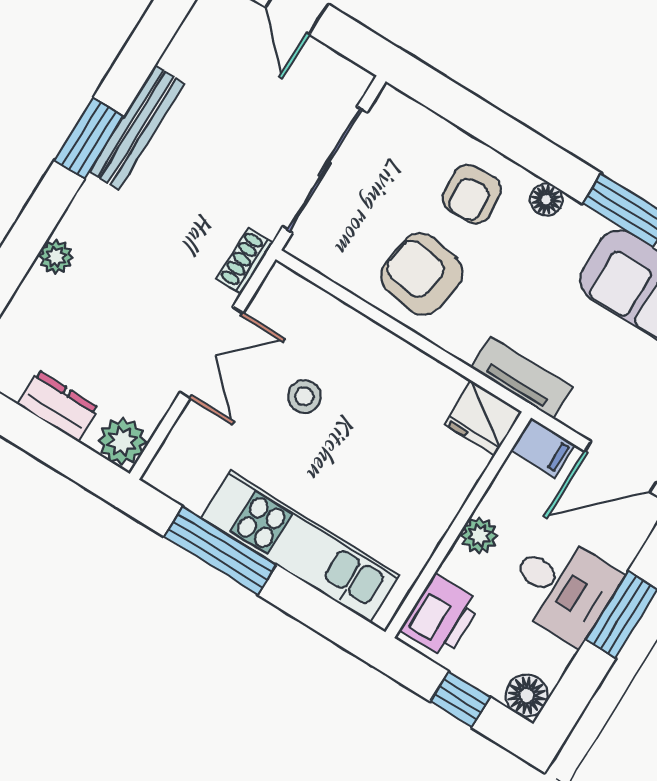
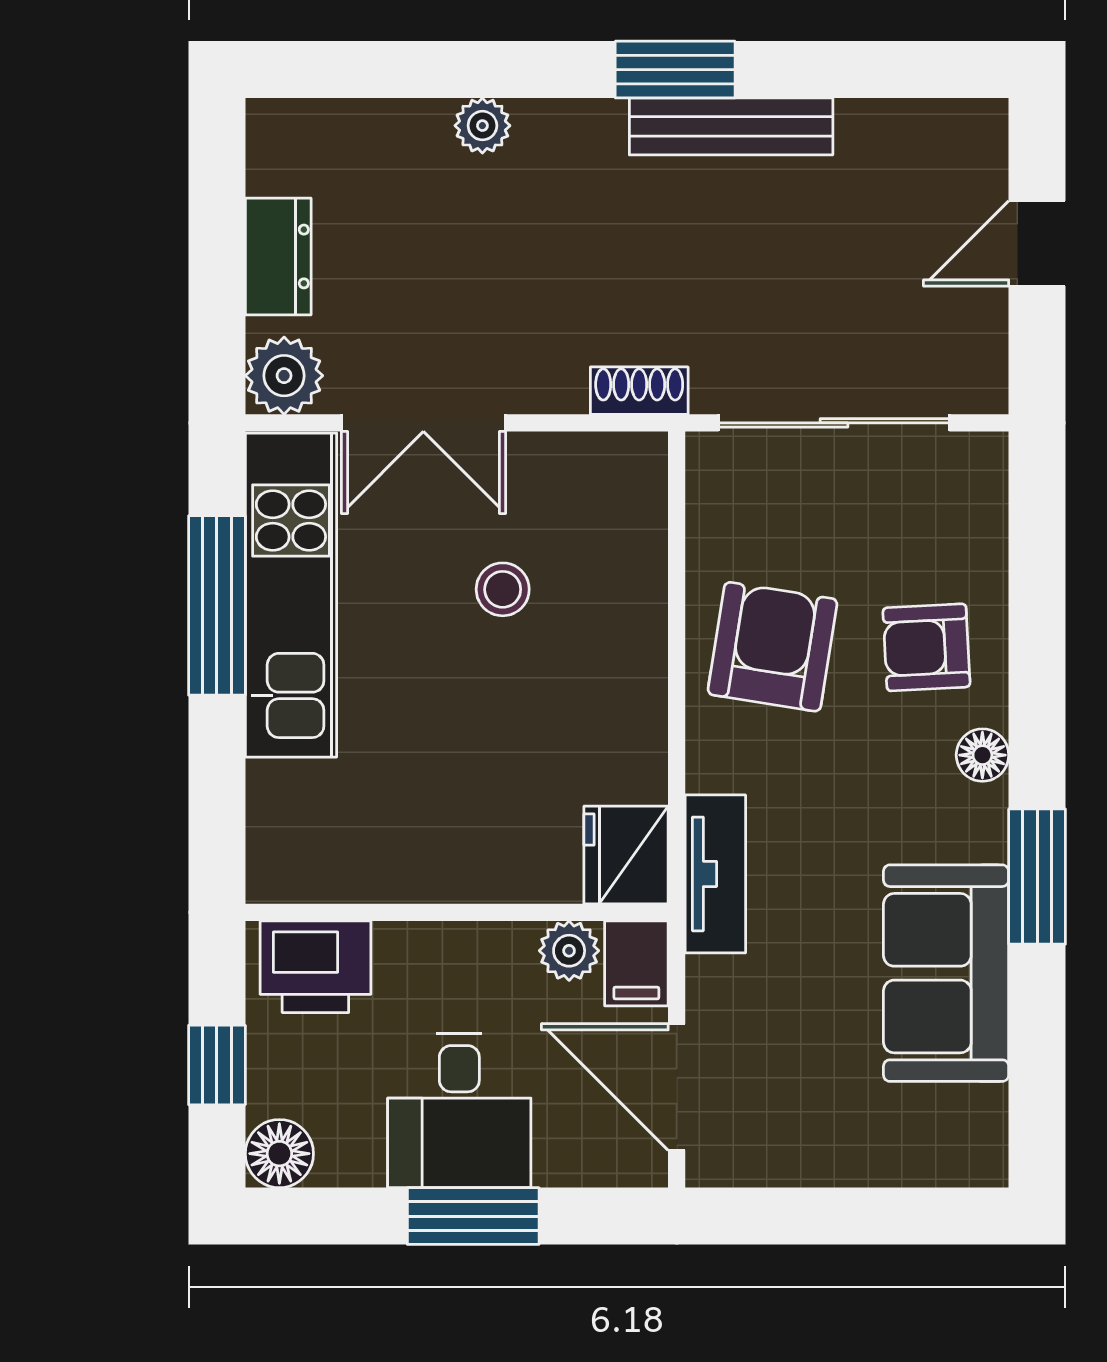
double door: (211, 353) -> (423, 423), moved
plant: (479, 536) -> (569, 951), moved
kitchen unit: (300, 547) -> (291, 595), moved

